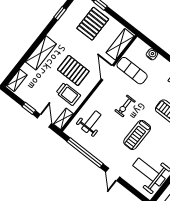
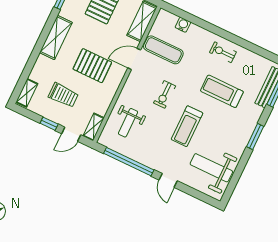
shelving: (41, 53) -> (56, 38), moved
door: (107, 73) -> (134, 59), hinge flipped
trolley: (68, 94) -> (63, 95), moved
door: (44, 121) -> (71, 134), swing flipped
weight bench: (91, 122) -> (128, 123), turned 180

